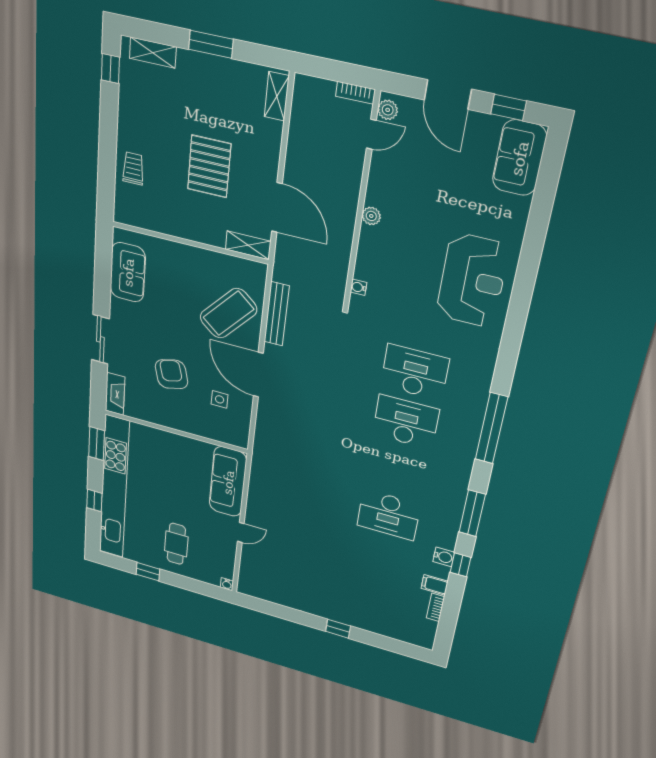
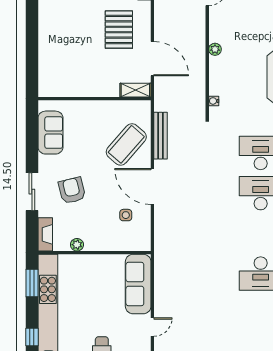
pallet: (209, 166) -> (119, 30), moved
trolley: (133, 168) -> (51, 55), removed
armchair: (171, 374) -> (72, 190), moved
plant: (154, 417) -> (77, 245), added

